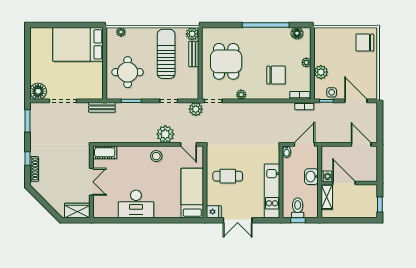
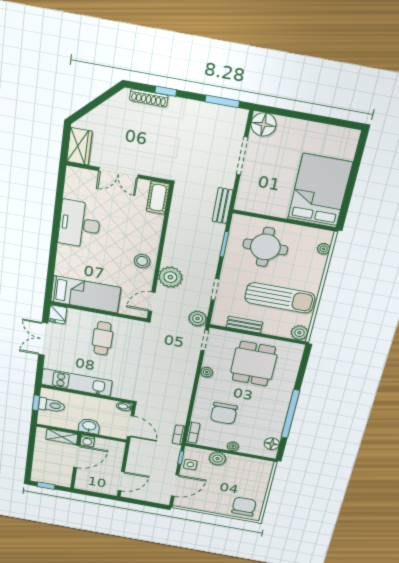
bench: (194, 54) -> (244, 325), moved
dining table: (226, 61) -> (254, 364), turned 90

